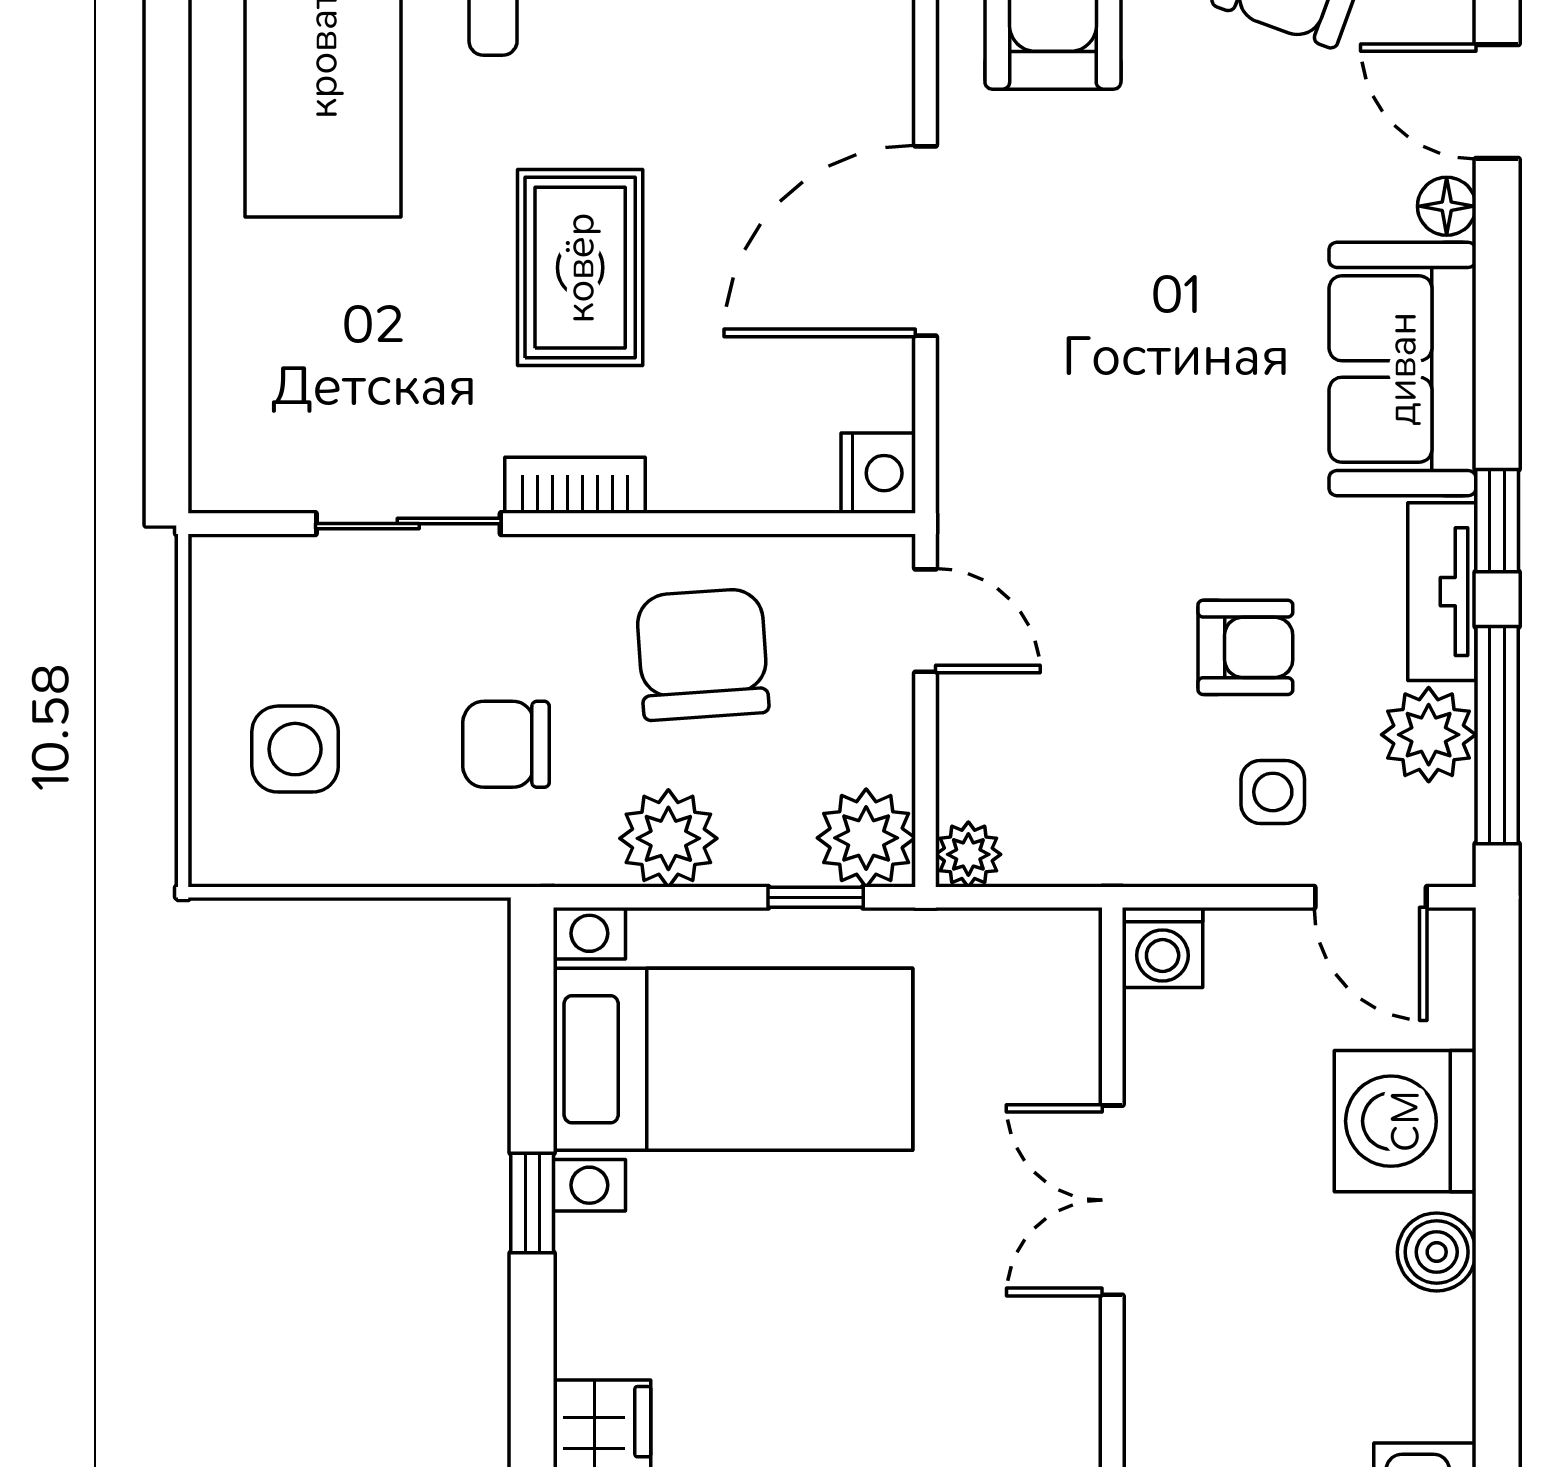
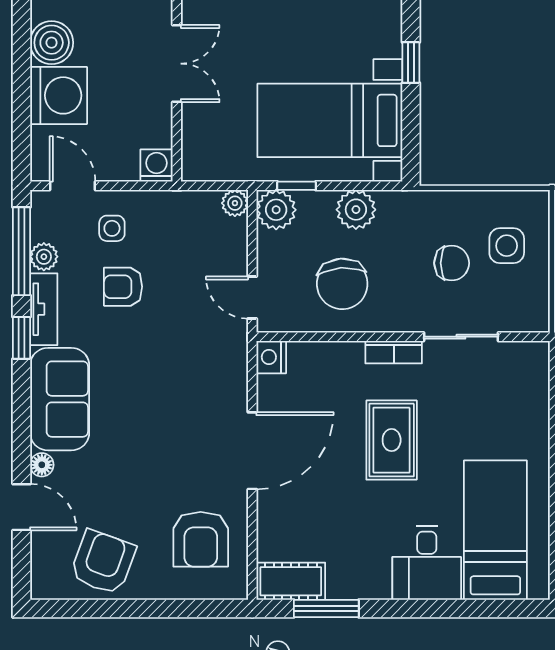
plant: (1429, 735) -> (44, 257), width x0.73, depth x0.73
chair: (506, 744) -> (452, 263), moved
boiler: (1437, 1252) -> (52, 43), width x1.36, depth x1.36

